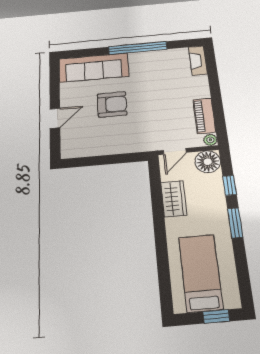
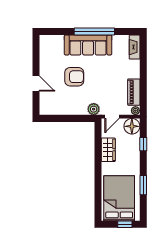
sofa: (94, 68) -> (88, 45), moved
door: (55, 118) -> (36, 84), hinge flipped
plant: (145, 144) -> (94, 109), added
window: (235, 223) -> (143, 185), moved
bed: (201, 273) -> (119, 198), width x1.50

